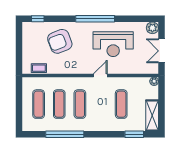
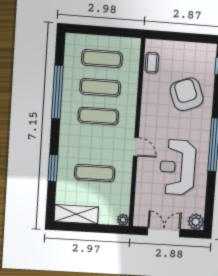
window: (134, 134) -> (53, 168), moved

